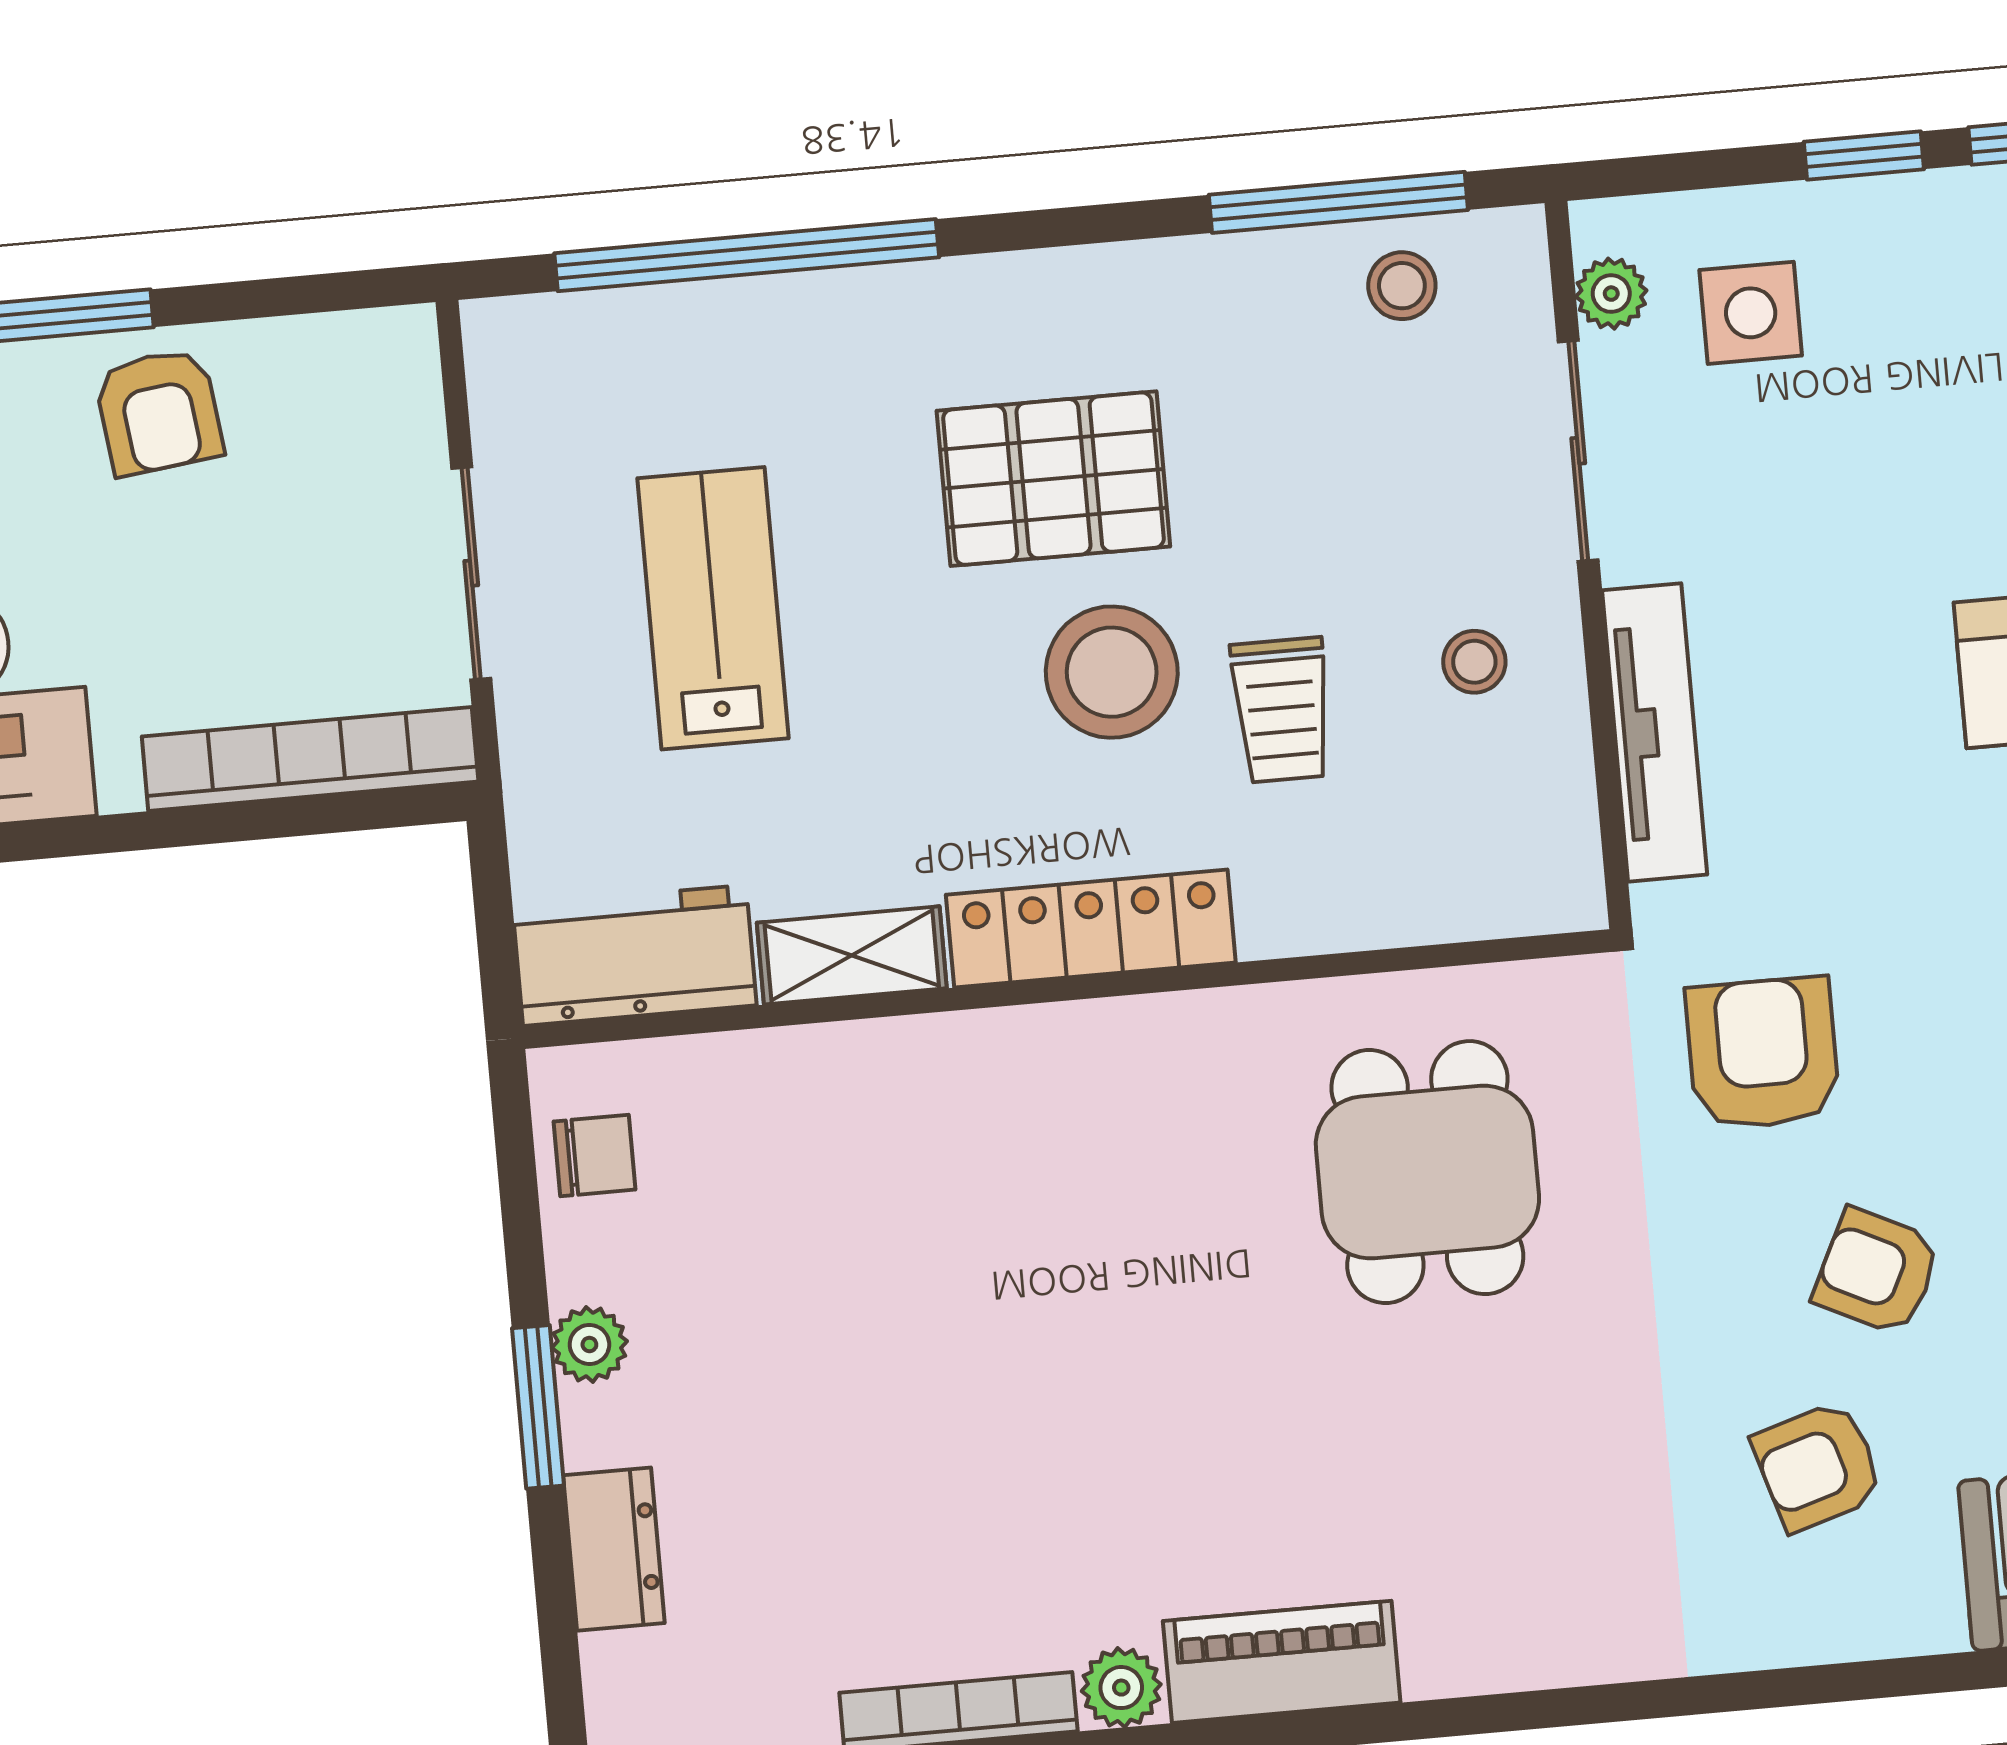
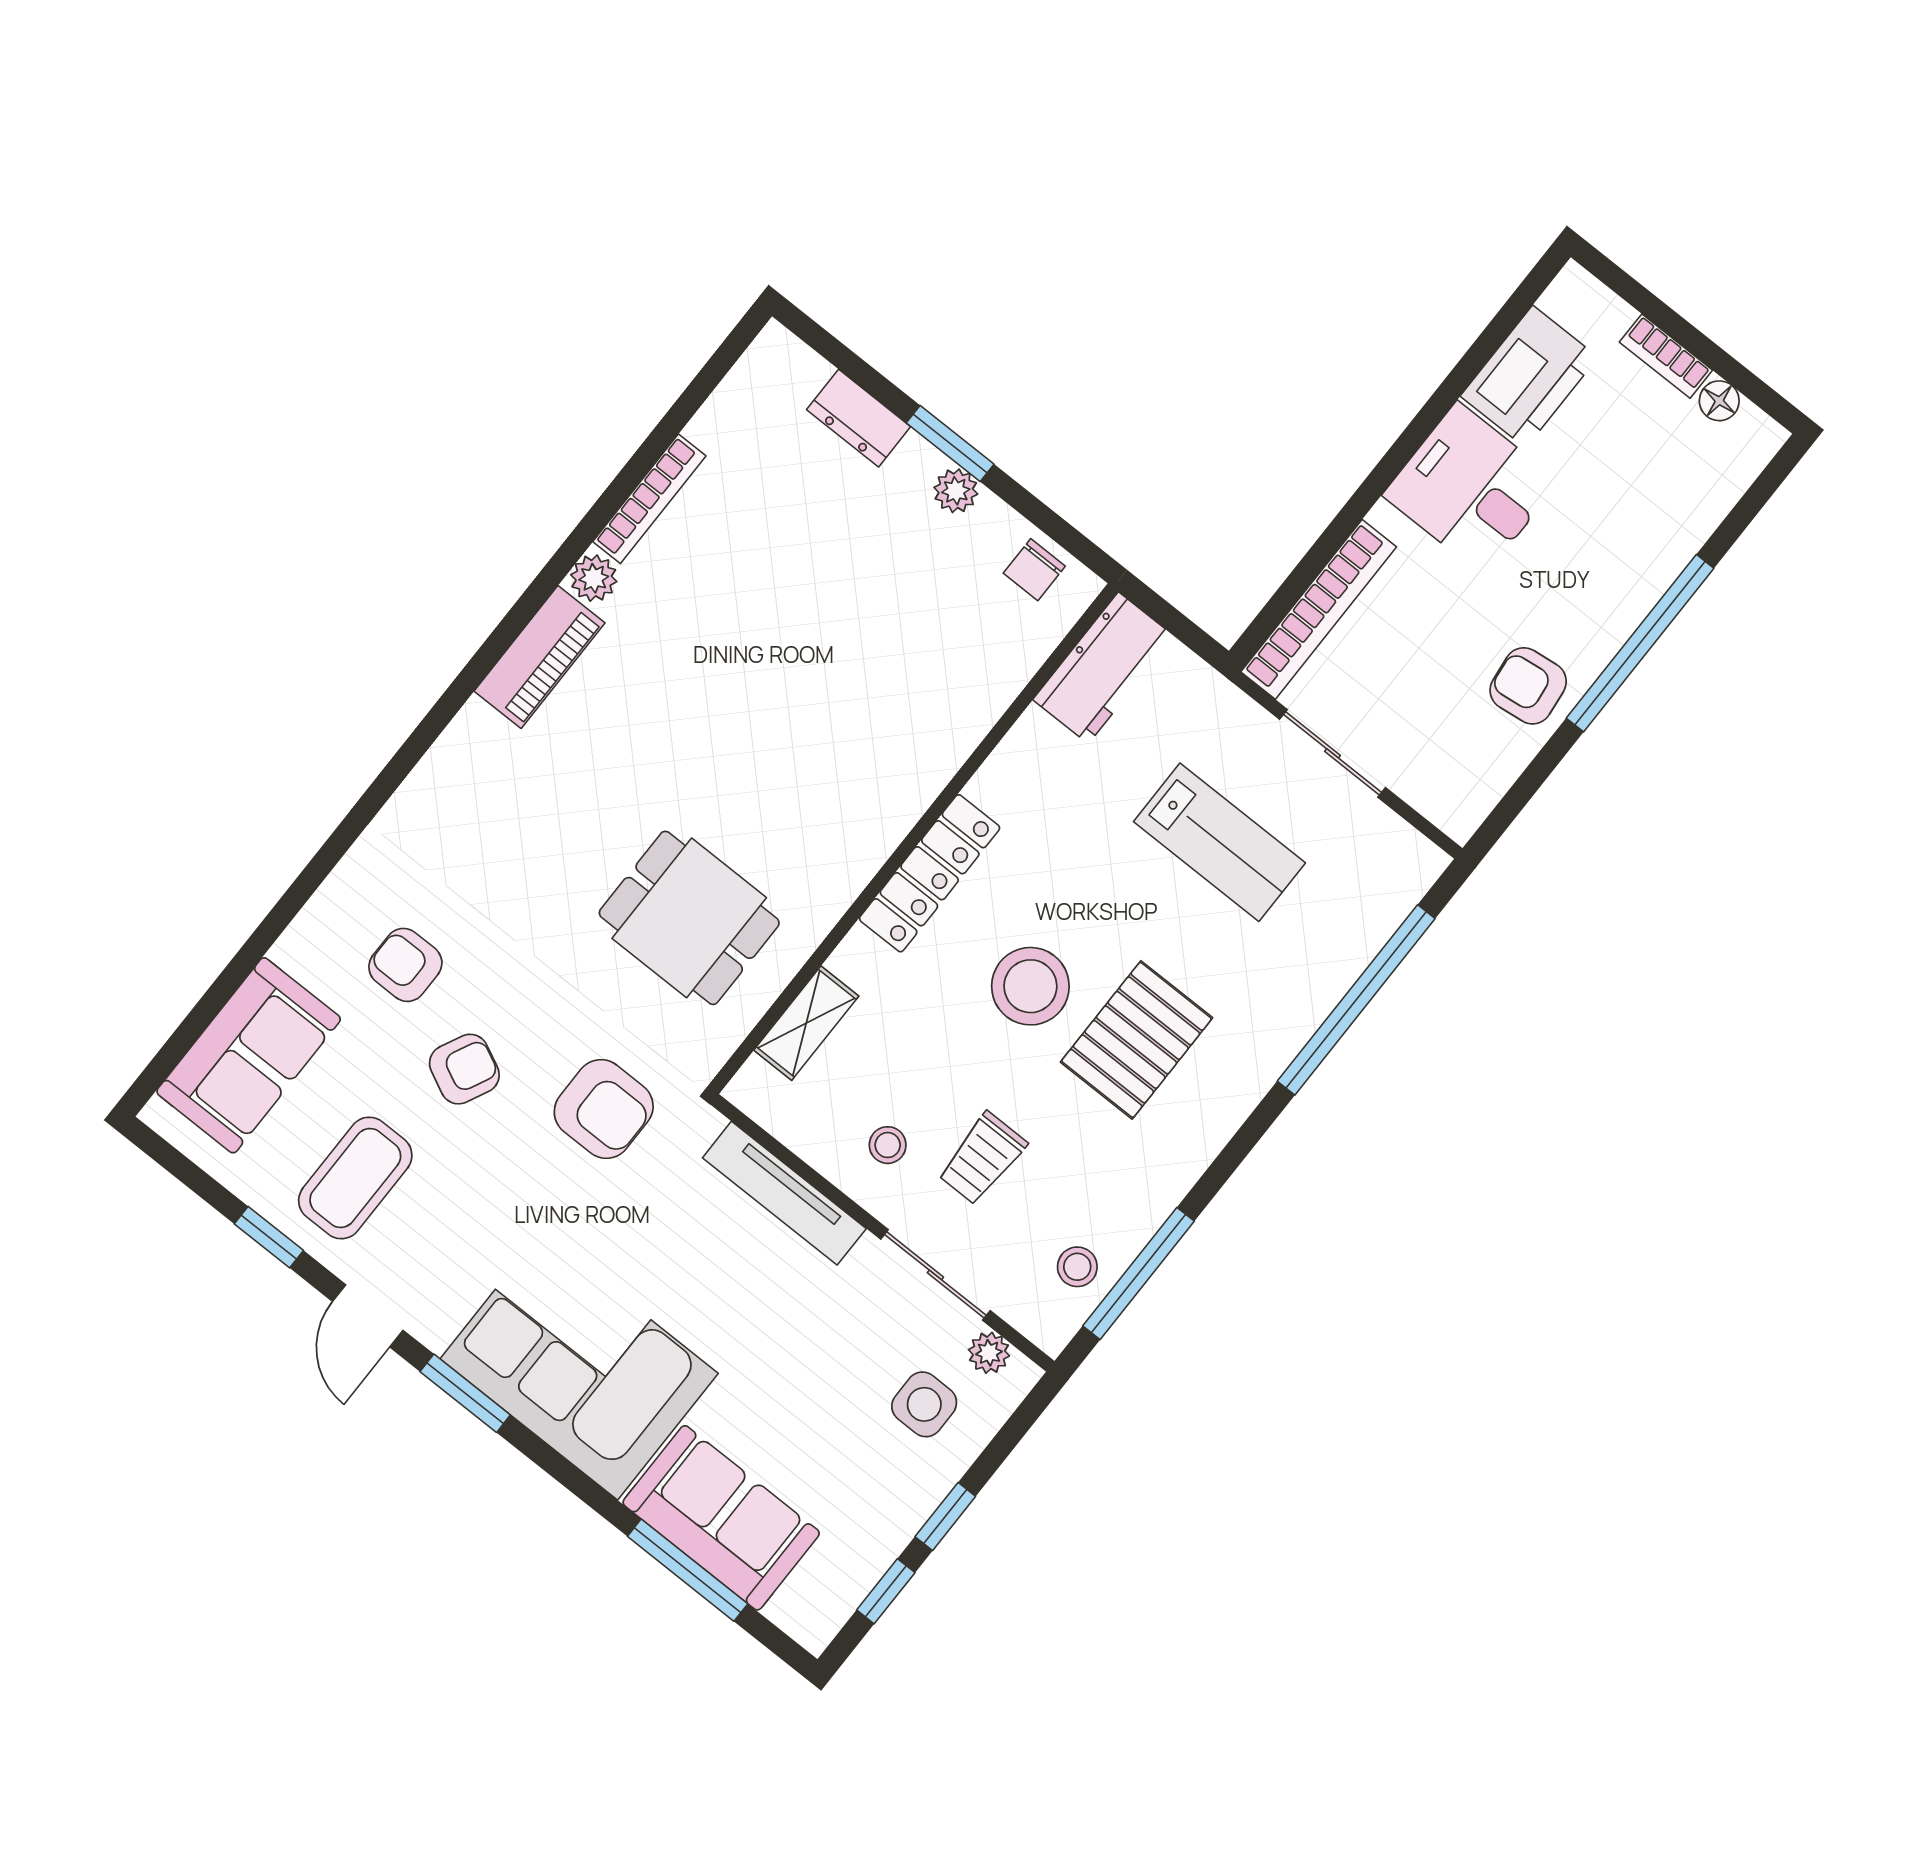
trolley: (1282, 710) -> (982, 1159), moved, turned -90
shelving: (852, 955) -> (806, 1023), moved
armchair: (1818, 1466) -> (405, 965), turned -73

